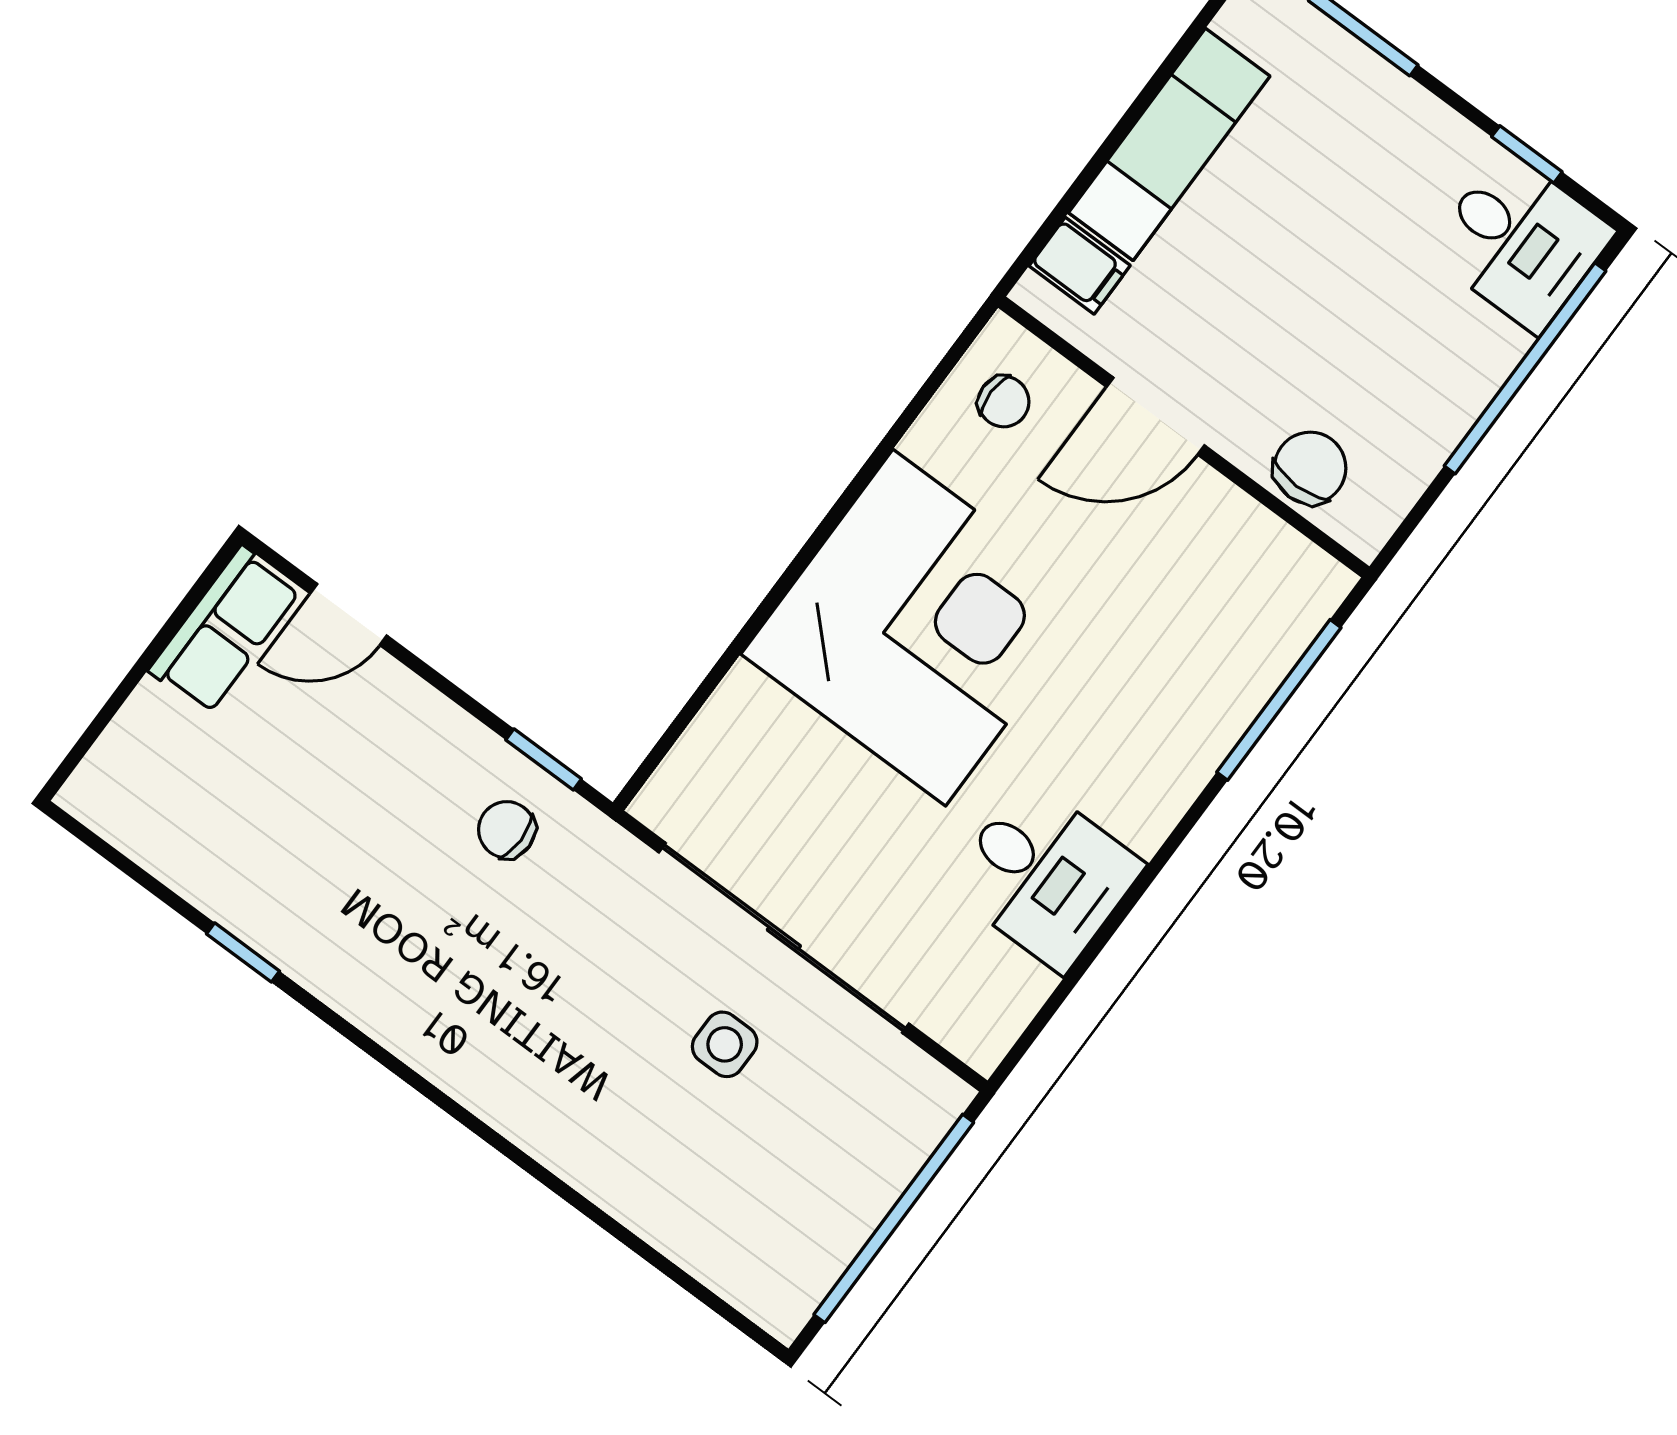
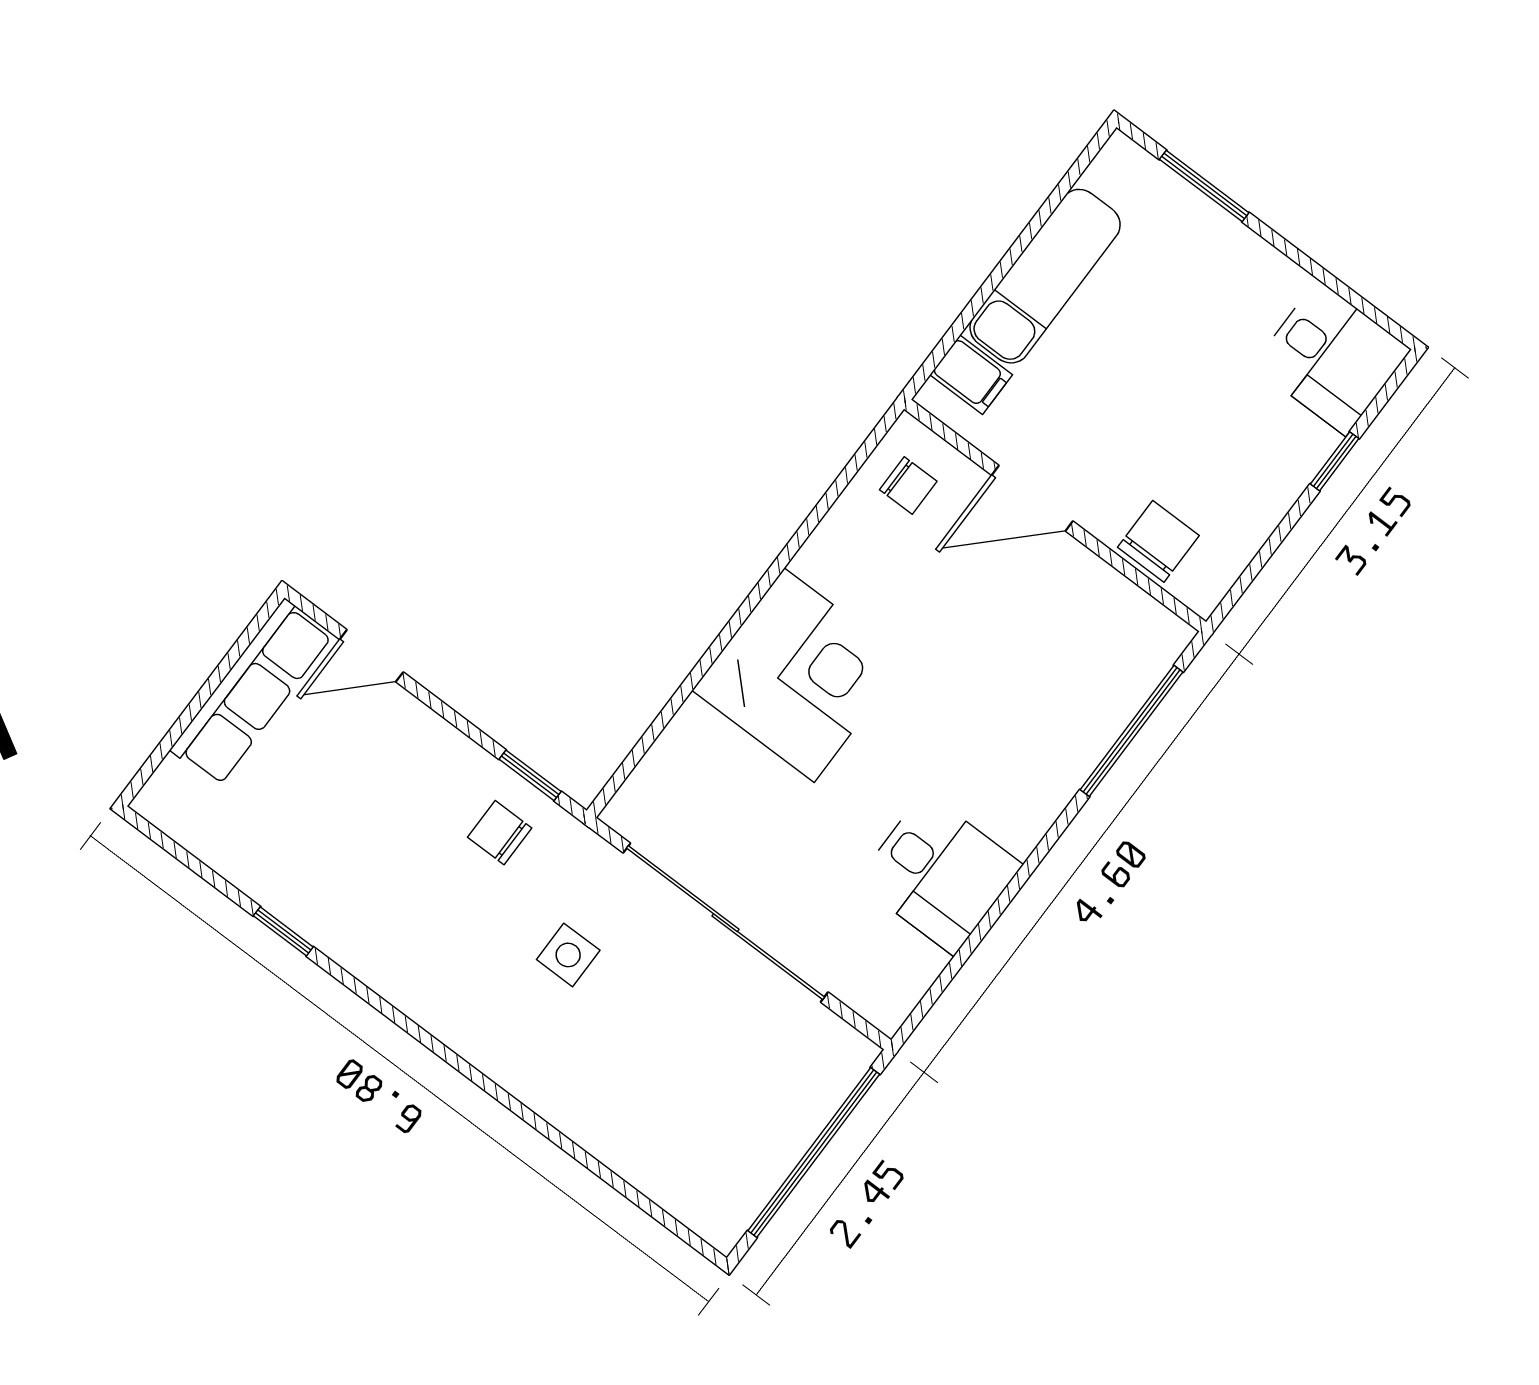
window: (1527, 154) -> (1337, 286), removed
window: (1525, 368) -> (1335, 461), width x0.32
corner desk: (919, 628) -> (799, 675), width x0.74, depth x0.74
row of seats: (225, 630) -> (252, 692), width x1.48
side table: (725, 1044) -> (568, 955), moved

